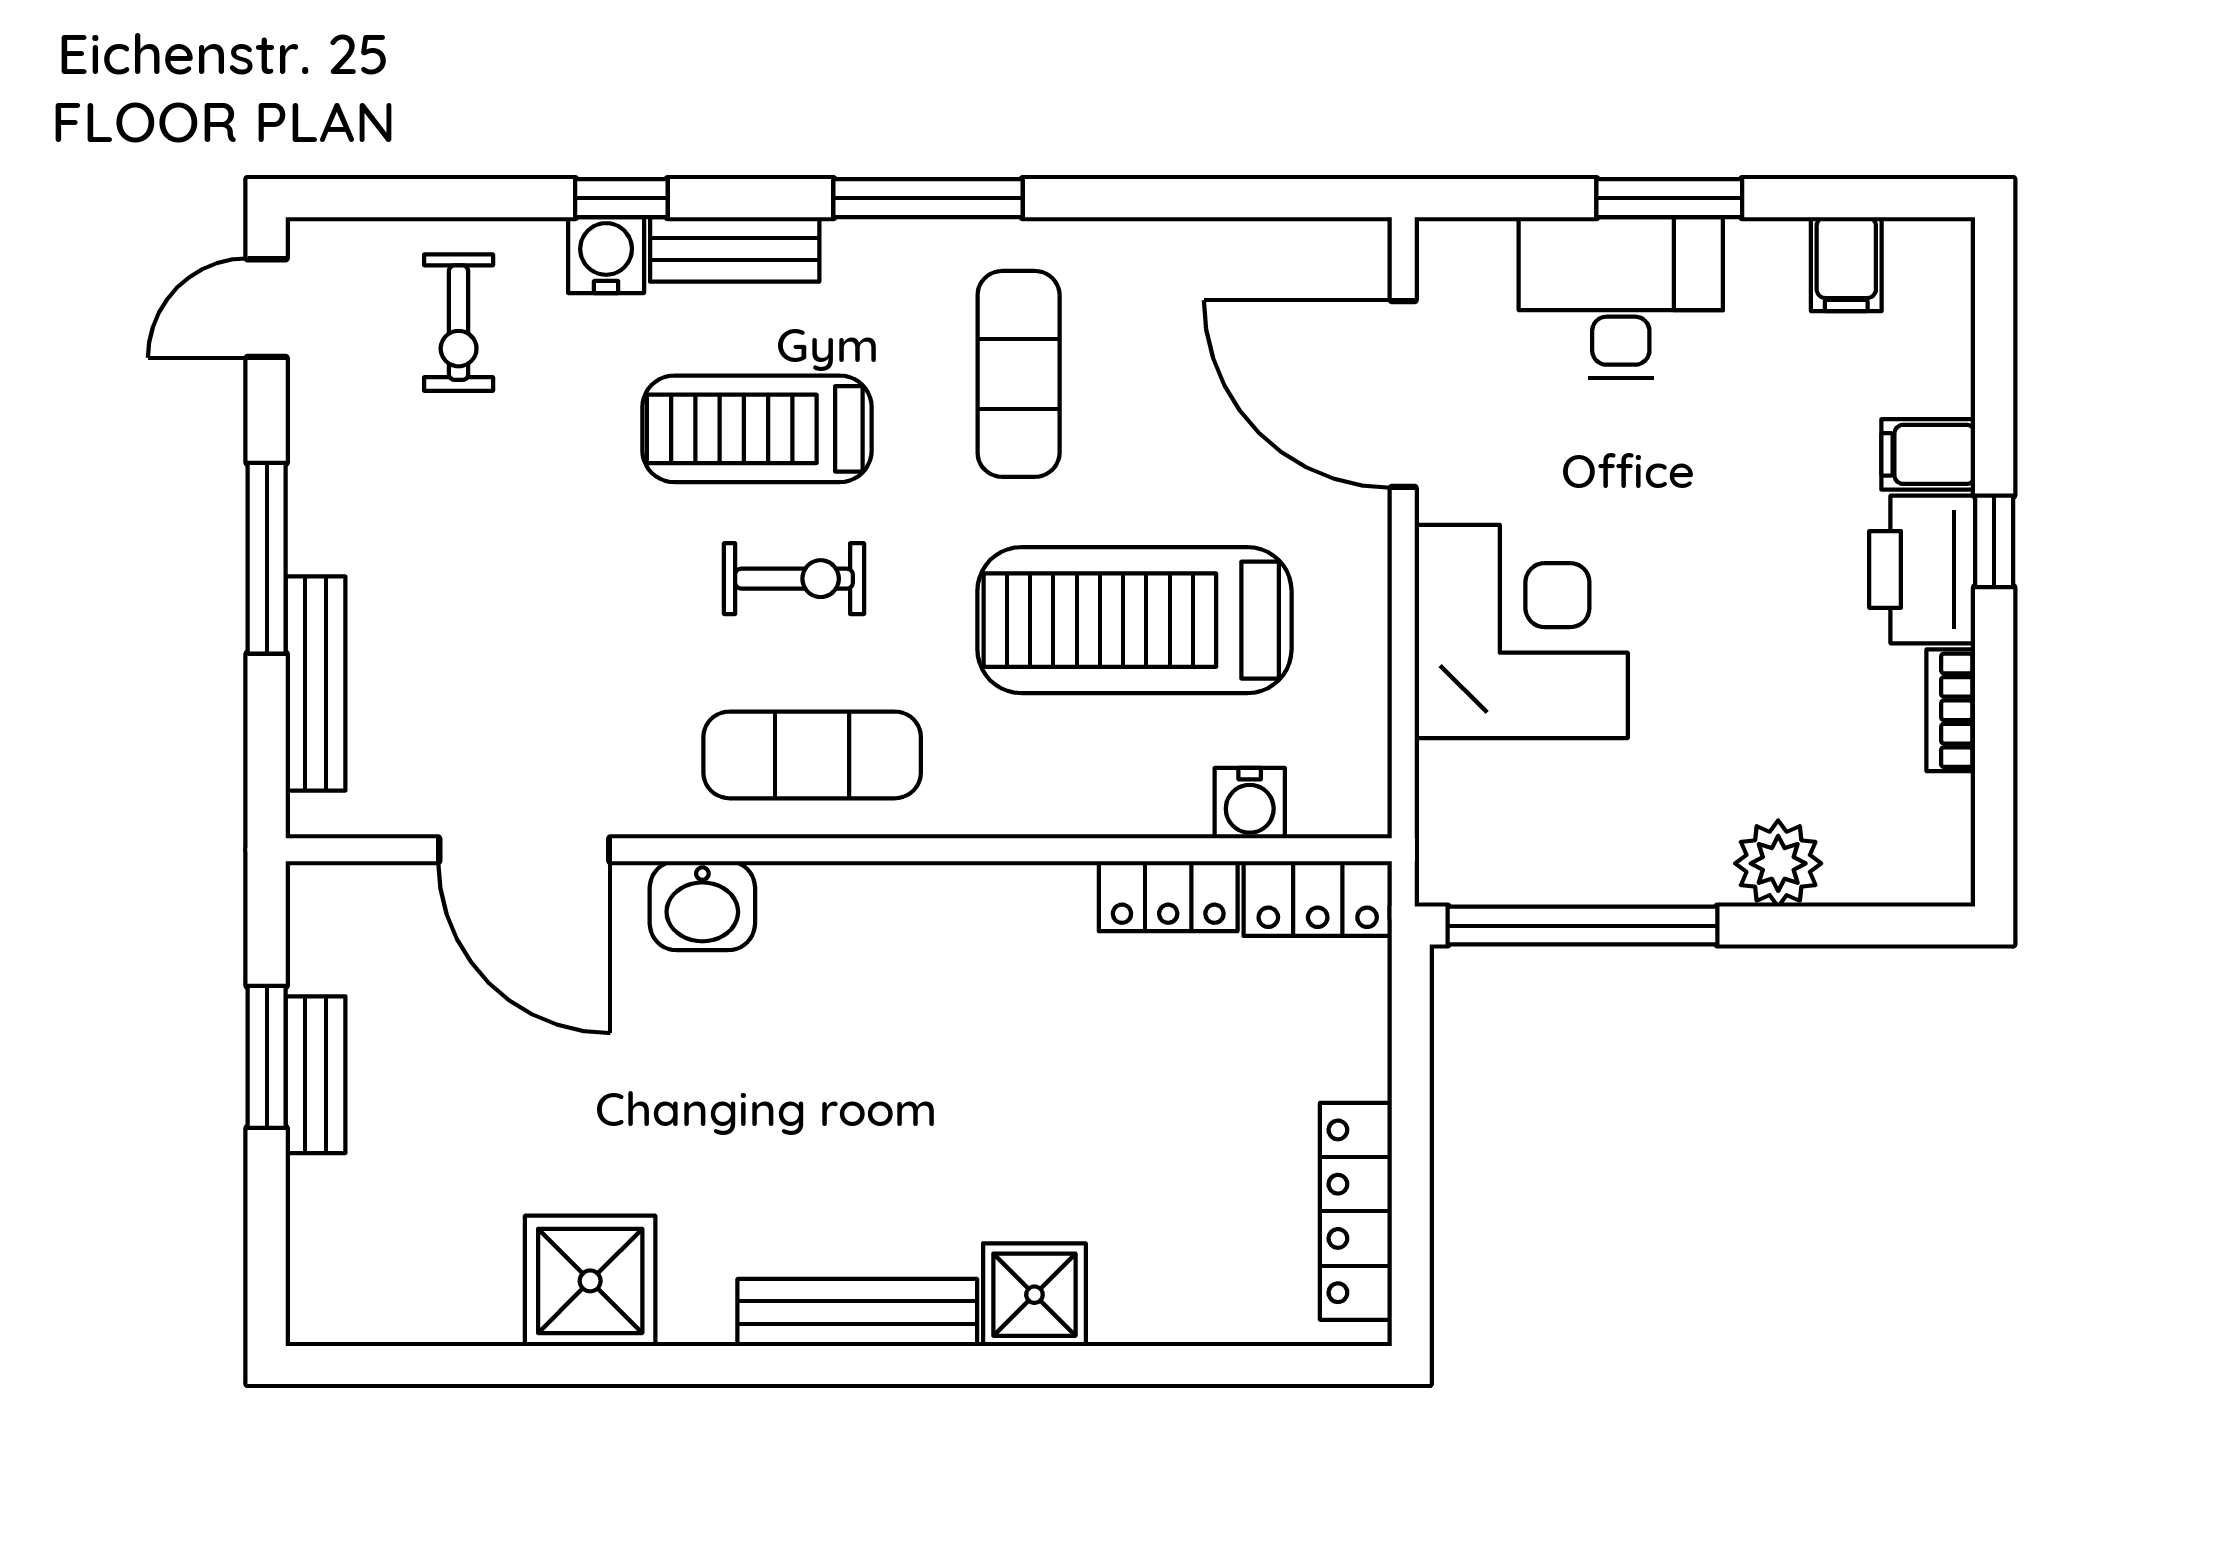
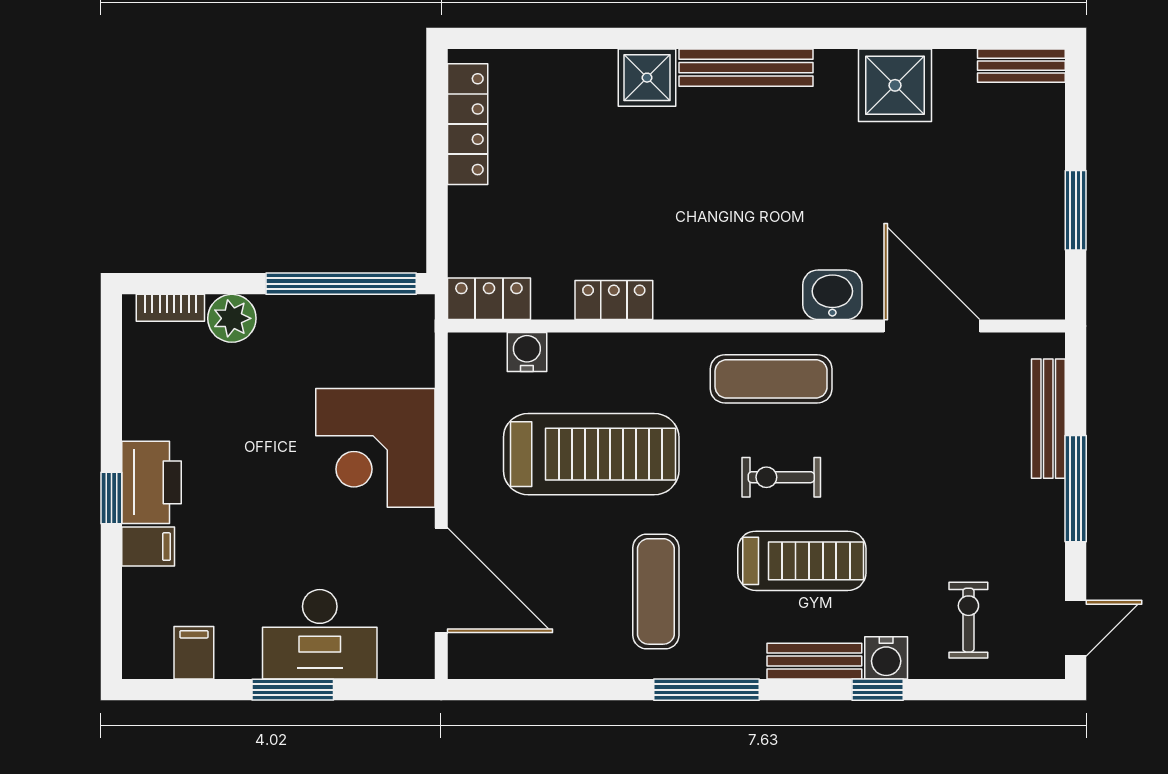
bookcase: (1951, 710) -> (170, 308), moved, turned 90
locker: (1168, 896) -> (614, 300), moved
bench: (315, 1075) -> (1021, 66), moved, turned 90

